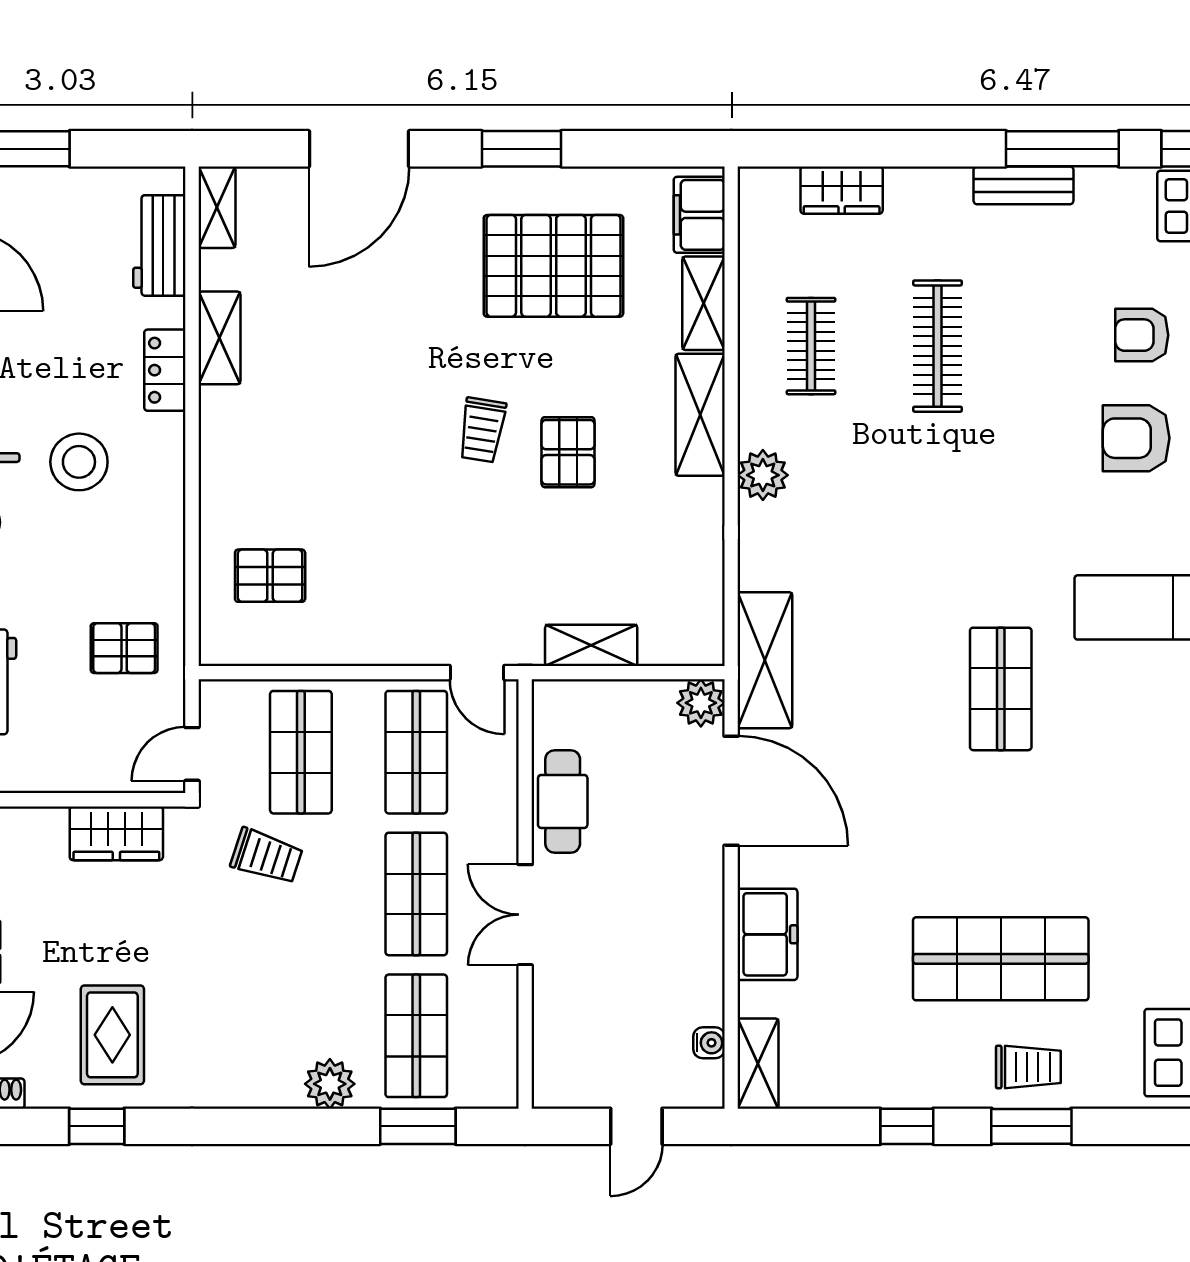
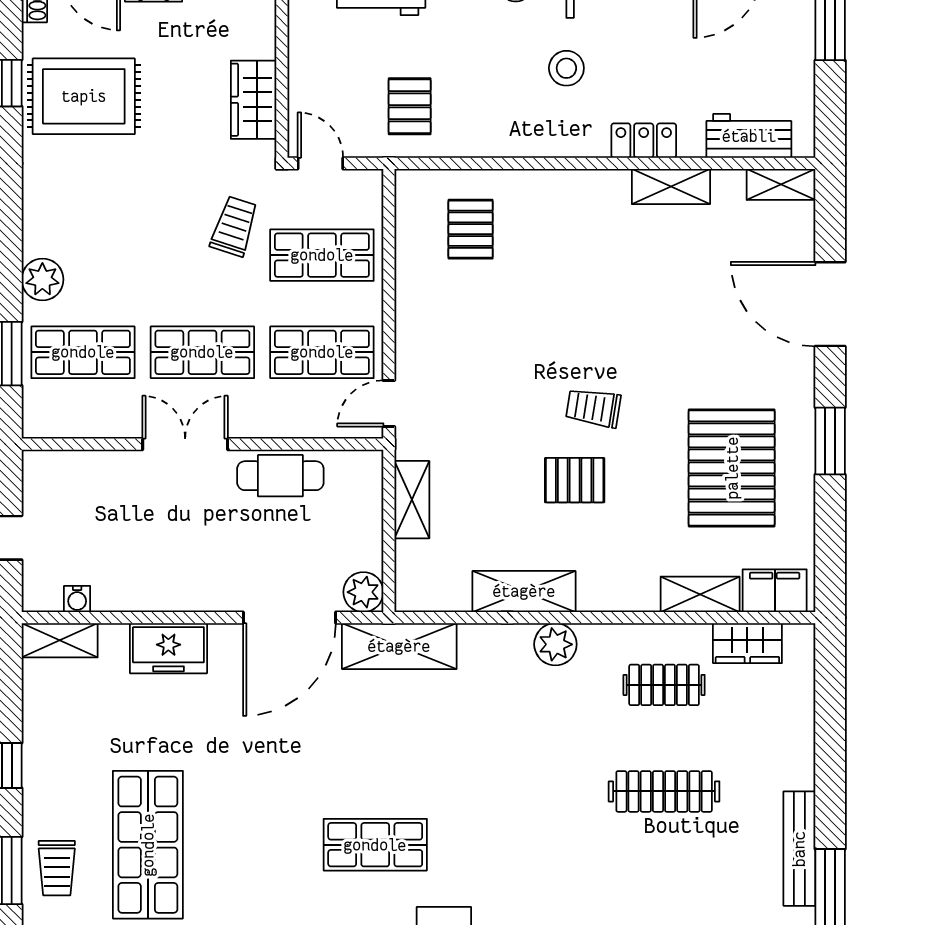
bench: (1023, 185) -> (799, 849), width x1.36
wardrobe: (842, 190) -> (747, 643), moved, turned -90
shelving: (700, 415) -> (524, 591), moved
stool: (79, 462) -> (566, 68), width x0.73, depth x0.73
trolley: (267, 856) -> (234, 226), turned 180
rug: (112, 1035) -> (84, 96), width x1.36, depth x1.43

